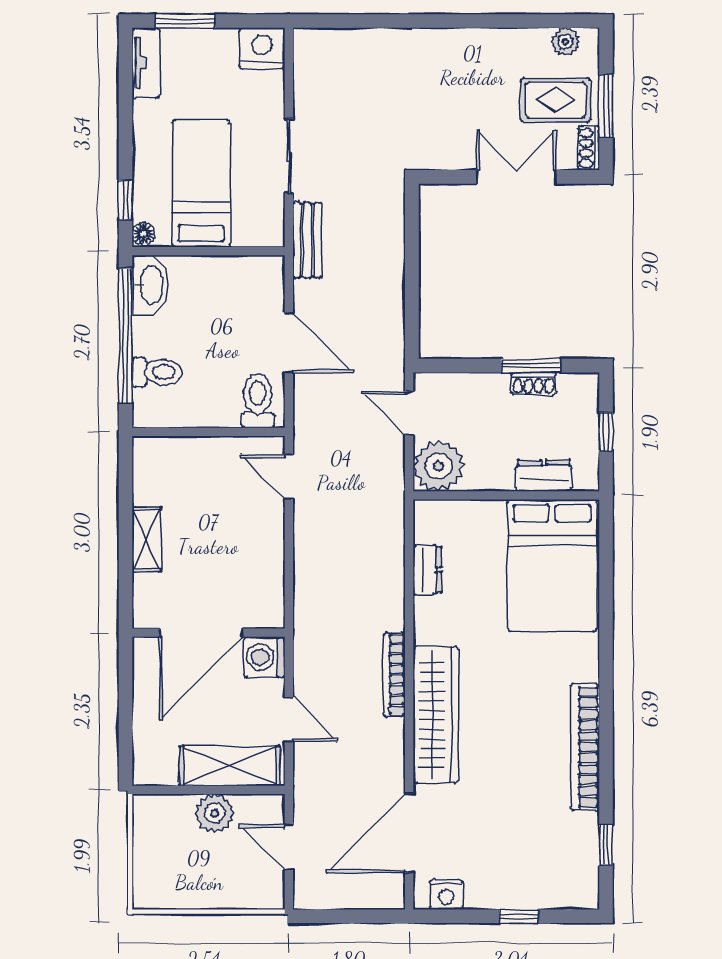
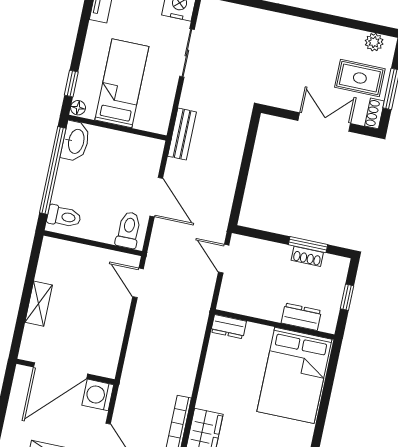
sliding door: (289, 156) -> (187, 53), moved
toilet: (157, 372) -> (64, 216), moved
plant: (438, 466) -> (235, 296), removed
dresser: (427, 570) -> (229, 327), moved, turned 90

